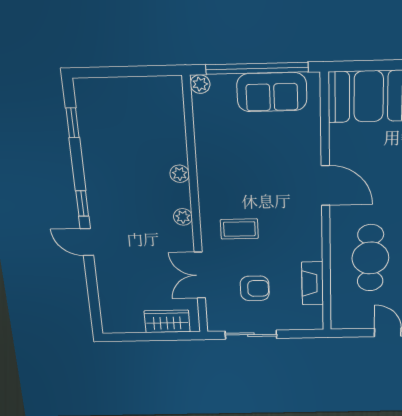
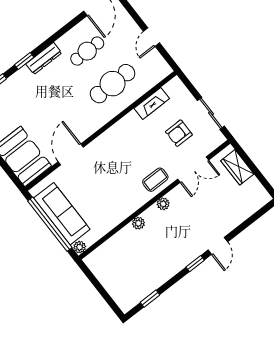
sofa: (272, 92) -> (62, 214), width x1.36
door: (325, 185) -> (71, 154), moved
coffee table: (239, 229) -> (155, 180), moved, turned 90
armchair: (255, 288) -> (179, 133), turned -90

